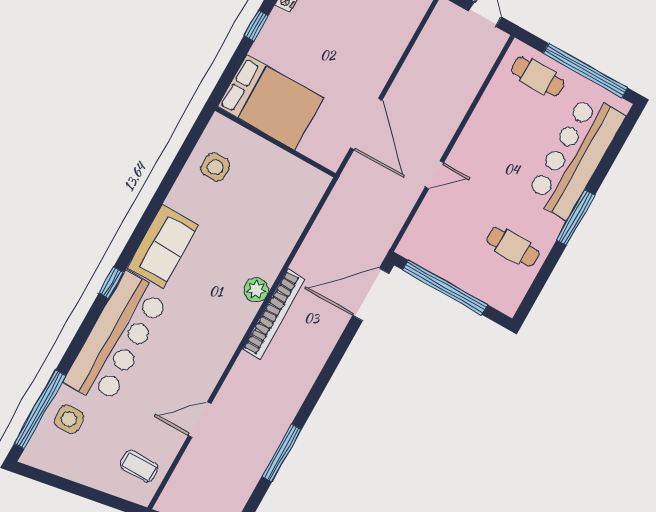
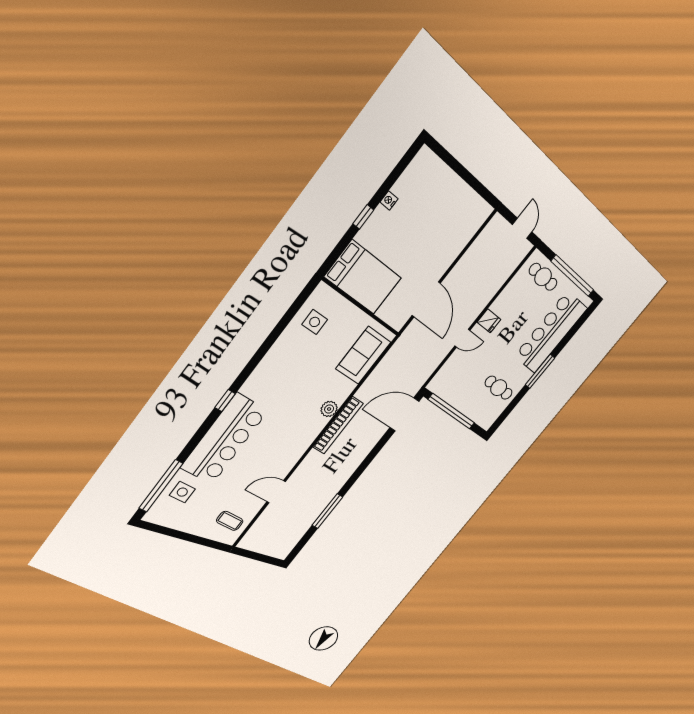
fridge: (470, 147) -> (489, 321), added
sofa: (163, 246) -> (363, 355), moved, turned 180

